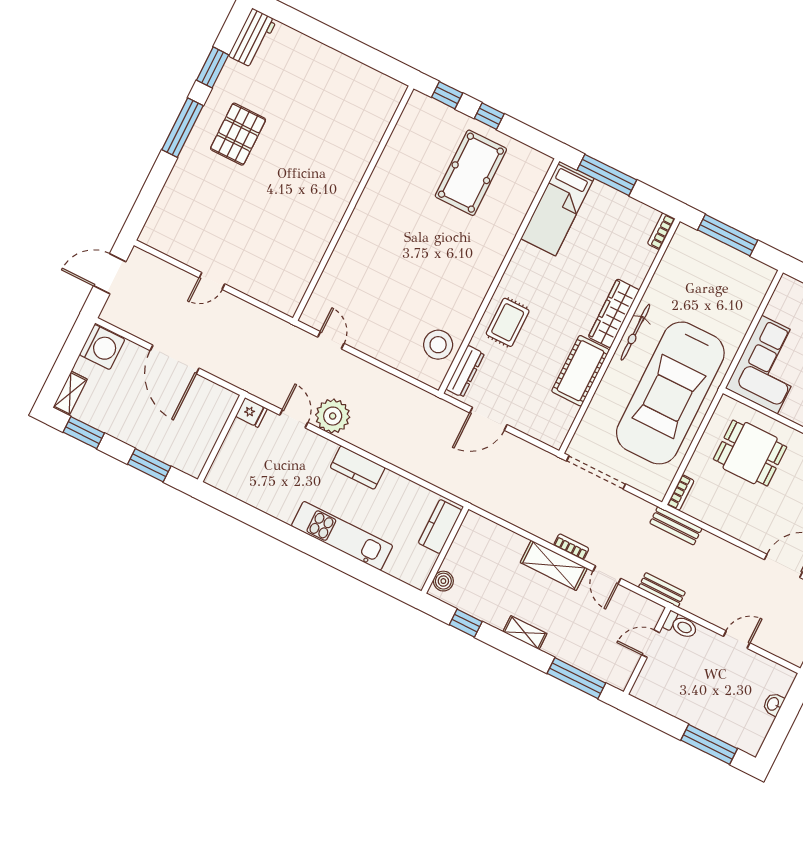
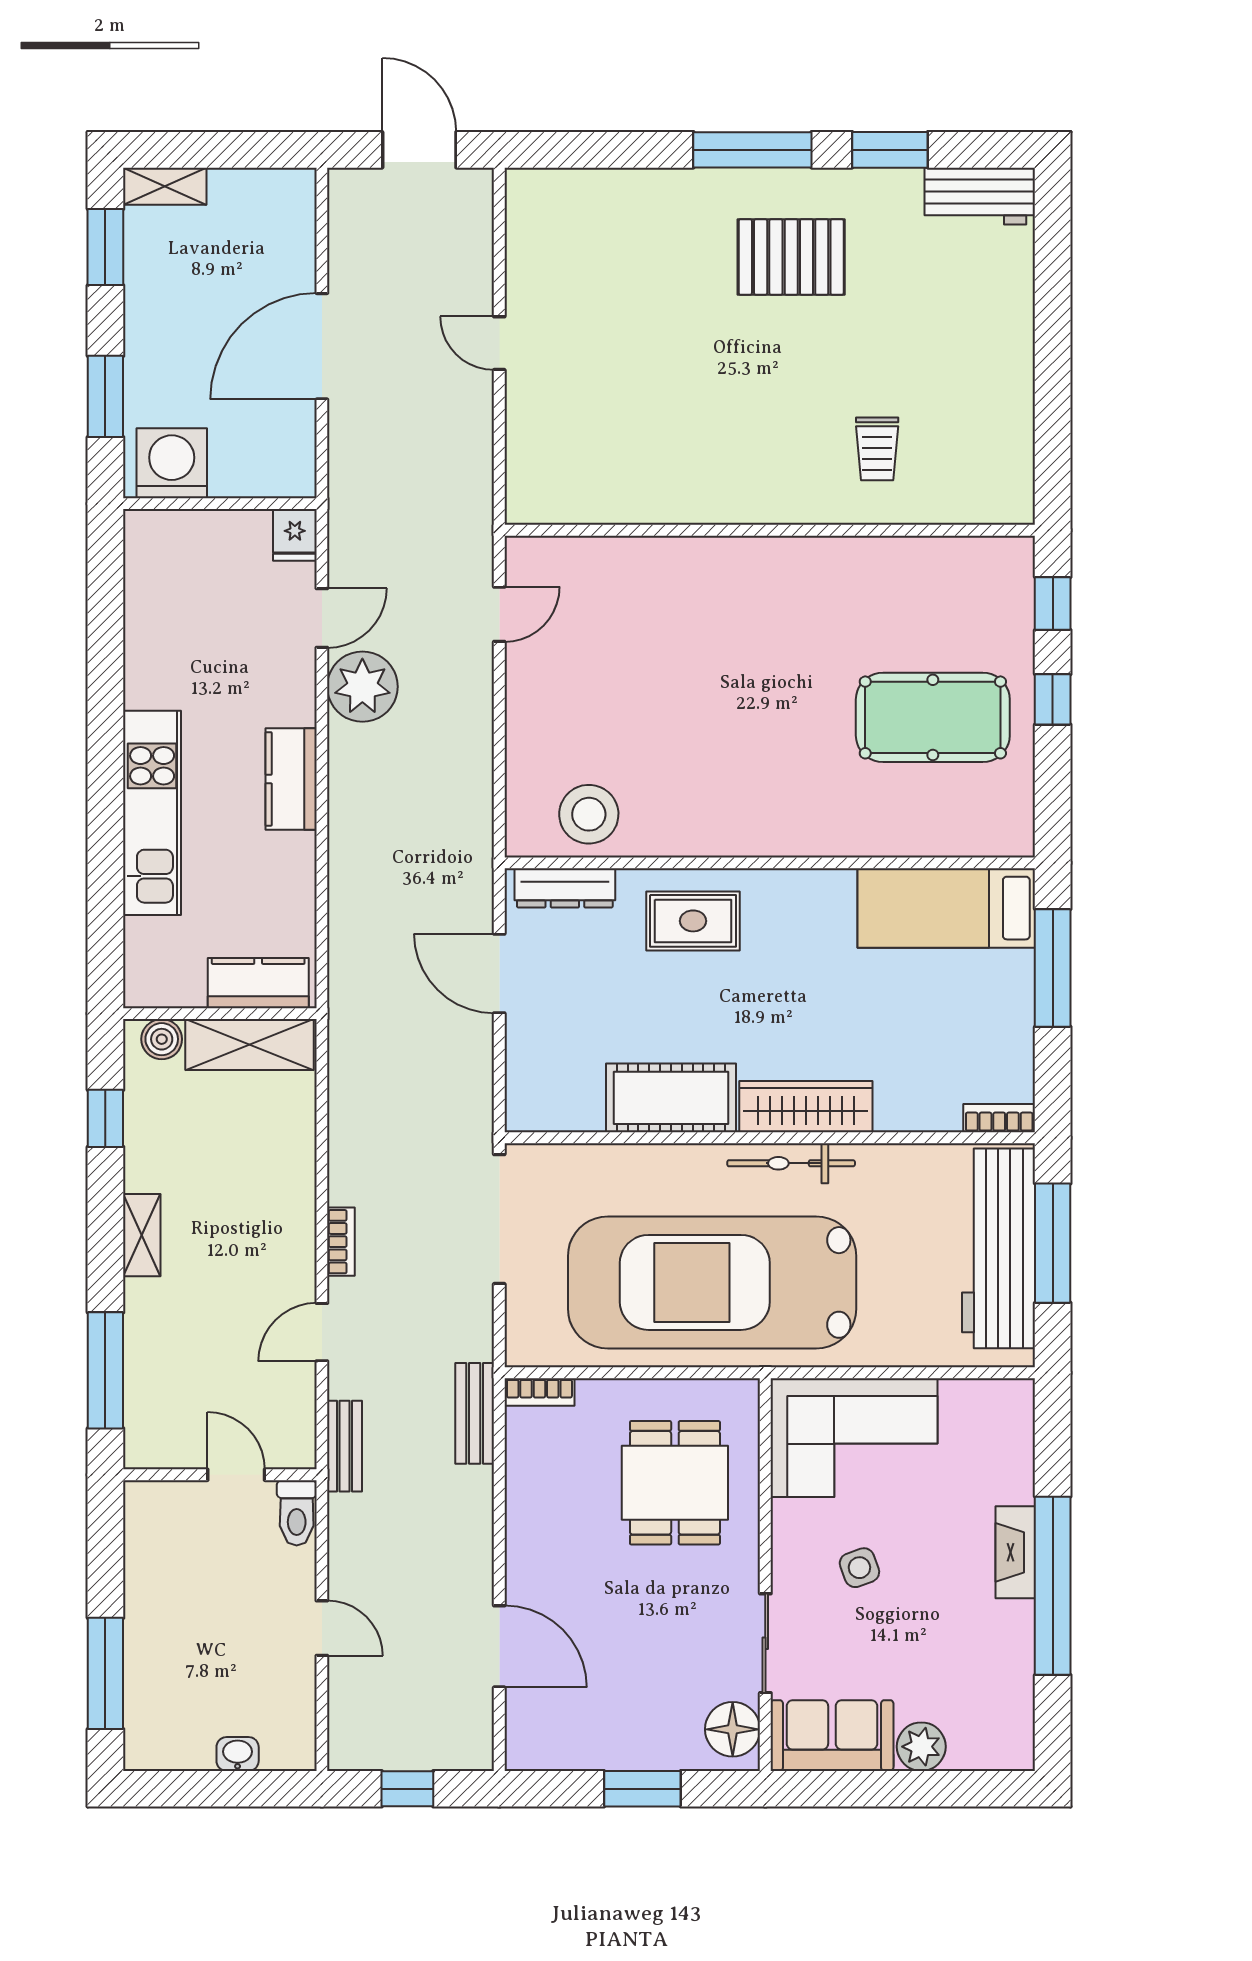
trolley: (341, 138) -> (877, 449), added
workbench: (718, 260) -> (999, 1248), added
washing machine: (102, 347) -> (172, 463), moved, turned 180
shelving: (554, 565) -> (250, 1045), moved, turned 90

